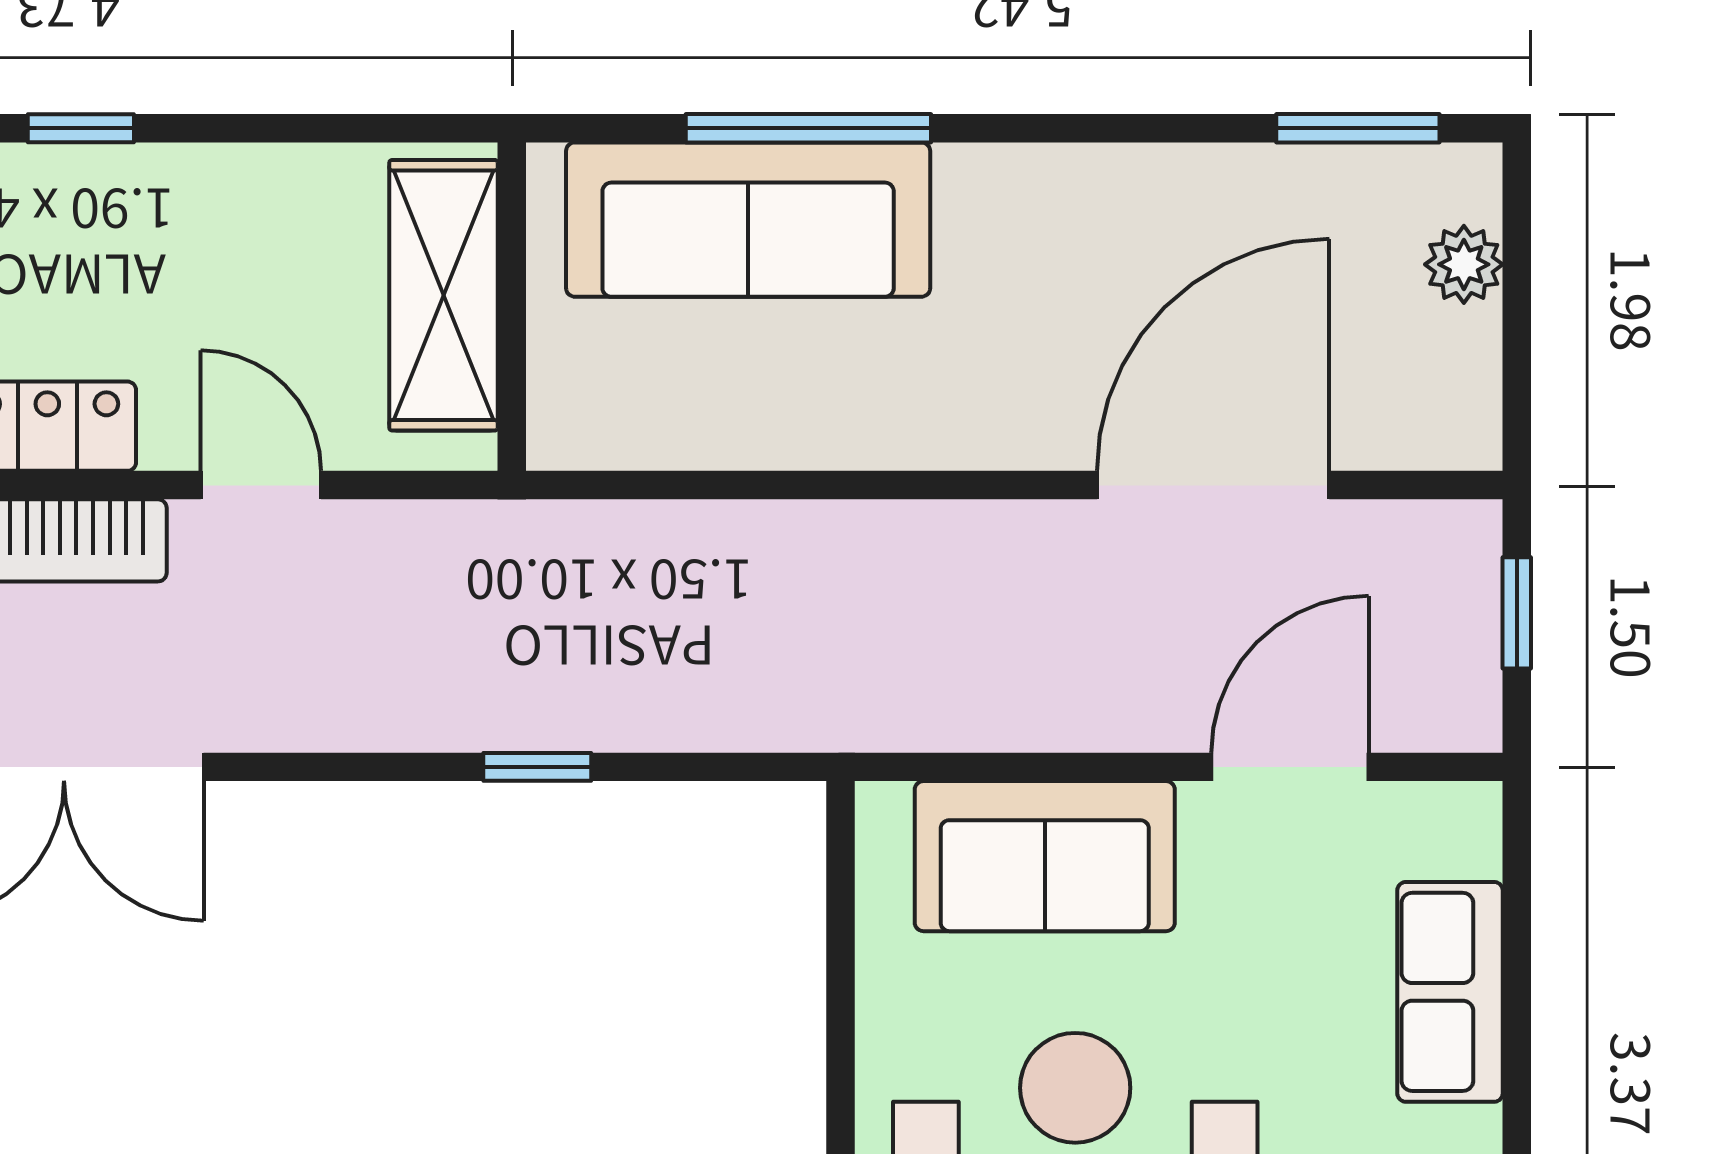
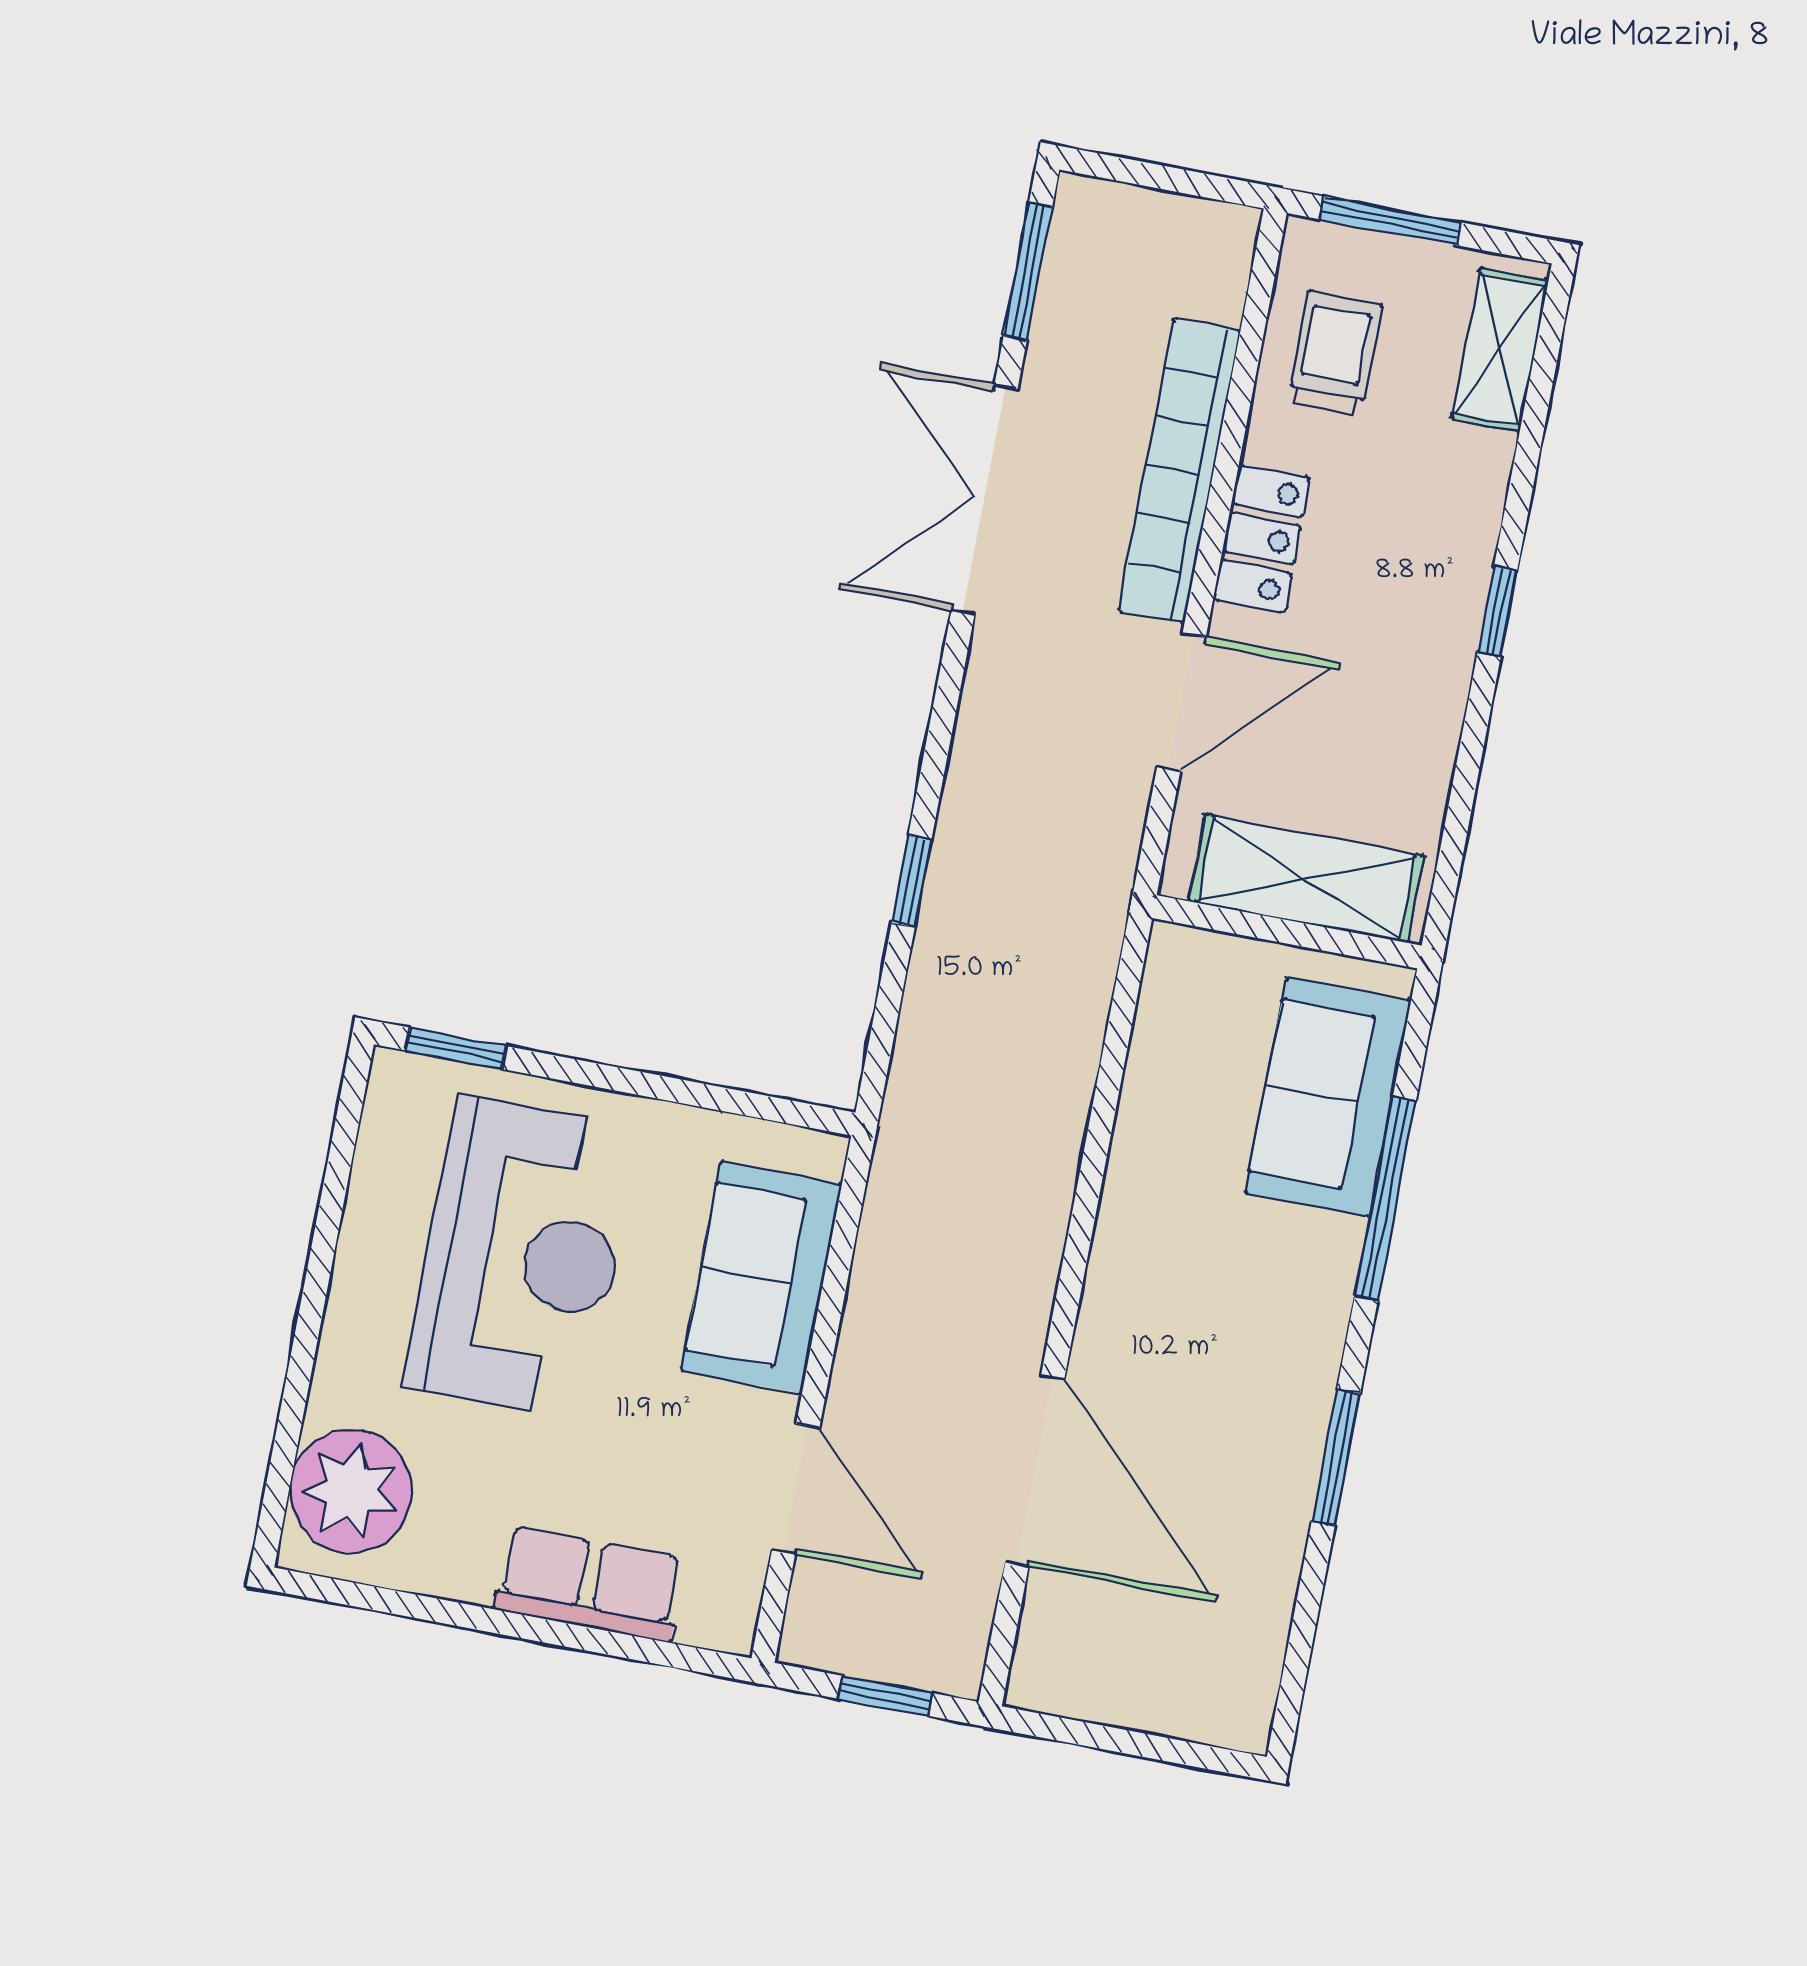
window: (1358, 128) -> (1336, 1458), moved
sofa: (748, 220) -> (1328, 1097), width x0.73
plant: (1464, 264) -> (1174, 1707), removed
door: (261, 485) -> (1182, 702), width x1.38

